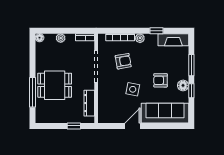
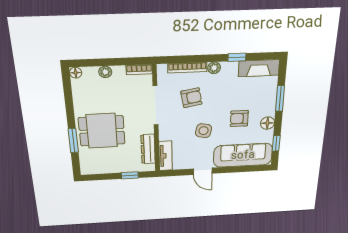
window: (191, 91) -> (276, 143), moved
window: (33, 92) -> (73, 141), width x0.69
tv unit: (103, 110) -> (166, 156), added
door: (133, 126) -> (203, 171), swing flipped

